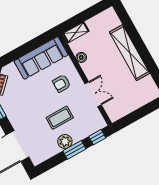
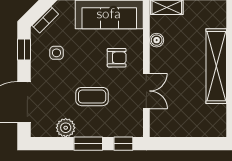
armchair: (62, 83) -> (117, 58), turned 180
side table: (21, 102) -> (57, 53), added
plant: (65, 141) -> (66, 128), moved

